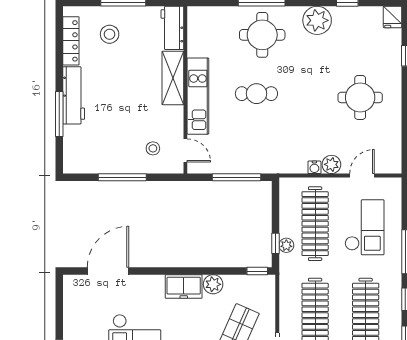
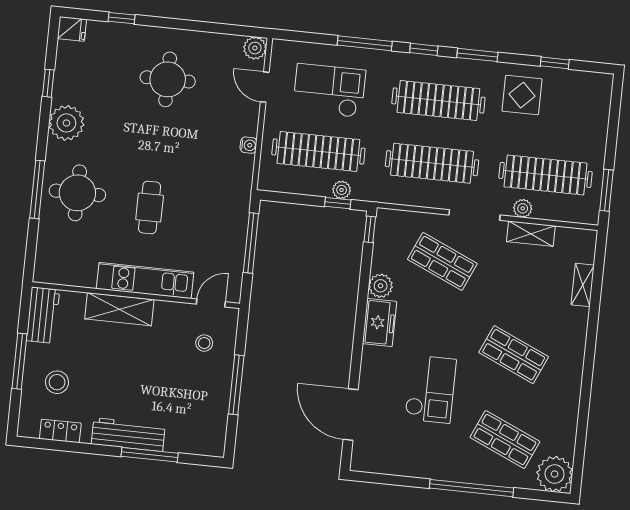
workbench: (172, 28) -> (43, 315), moved, turned -90
locker: (71, 41) -> (60, 431), width x0.66
plant: (331, 164) -> (255, 48), moved

